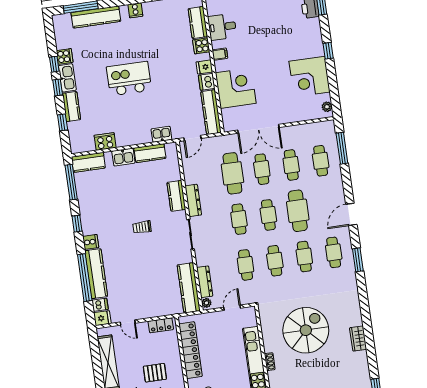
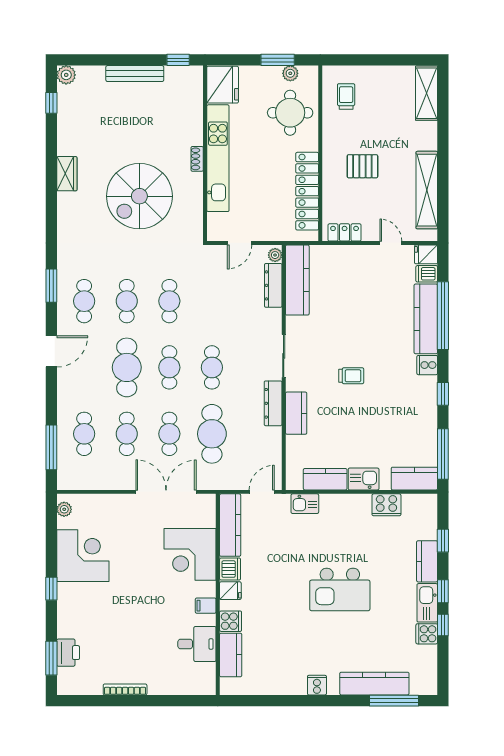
cafe table: (246, 265) -> (212, 301), removed

